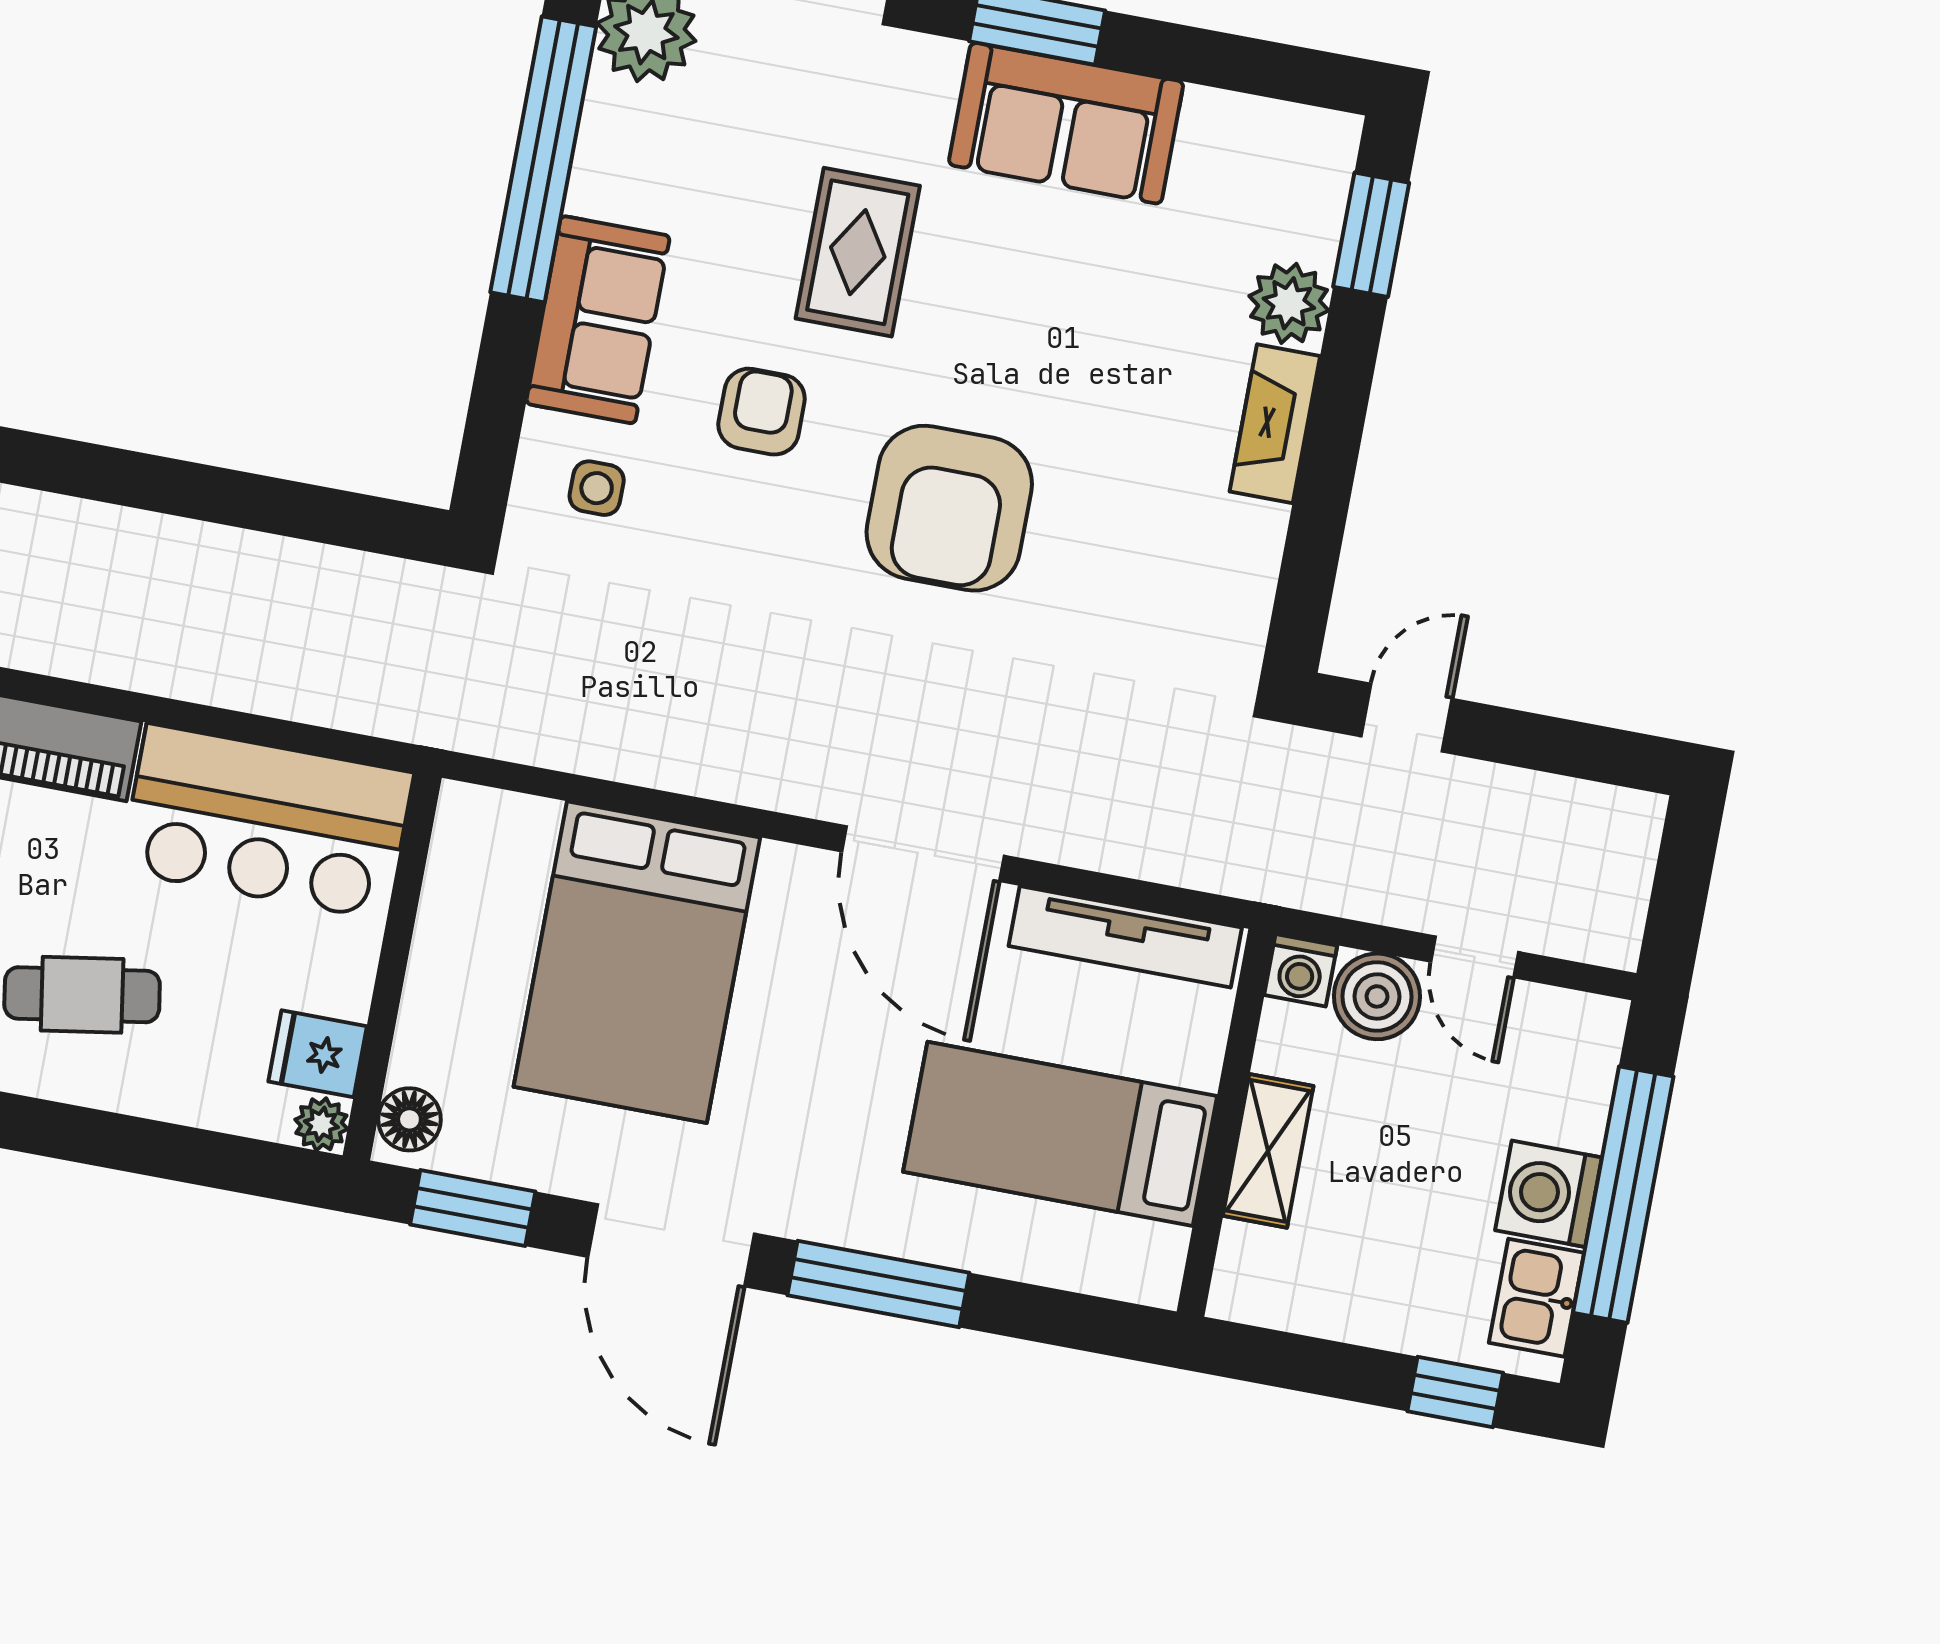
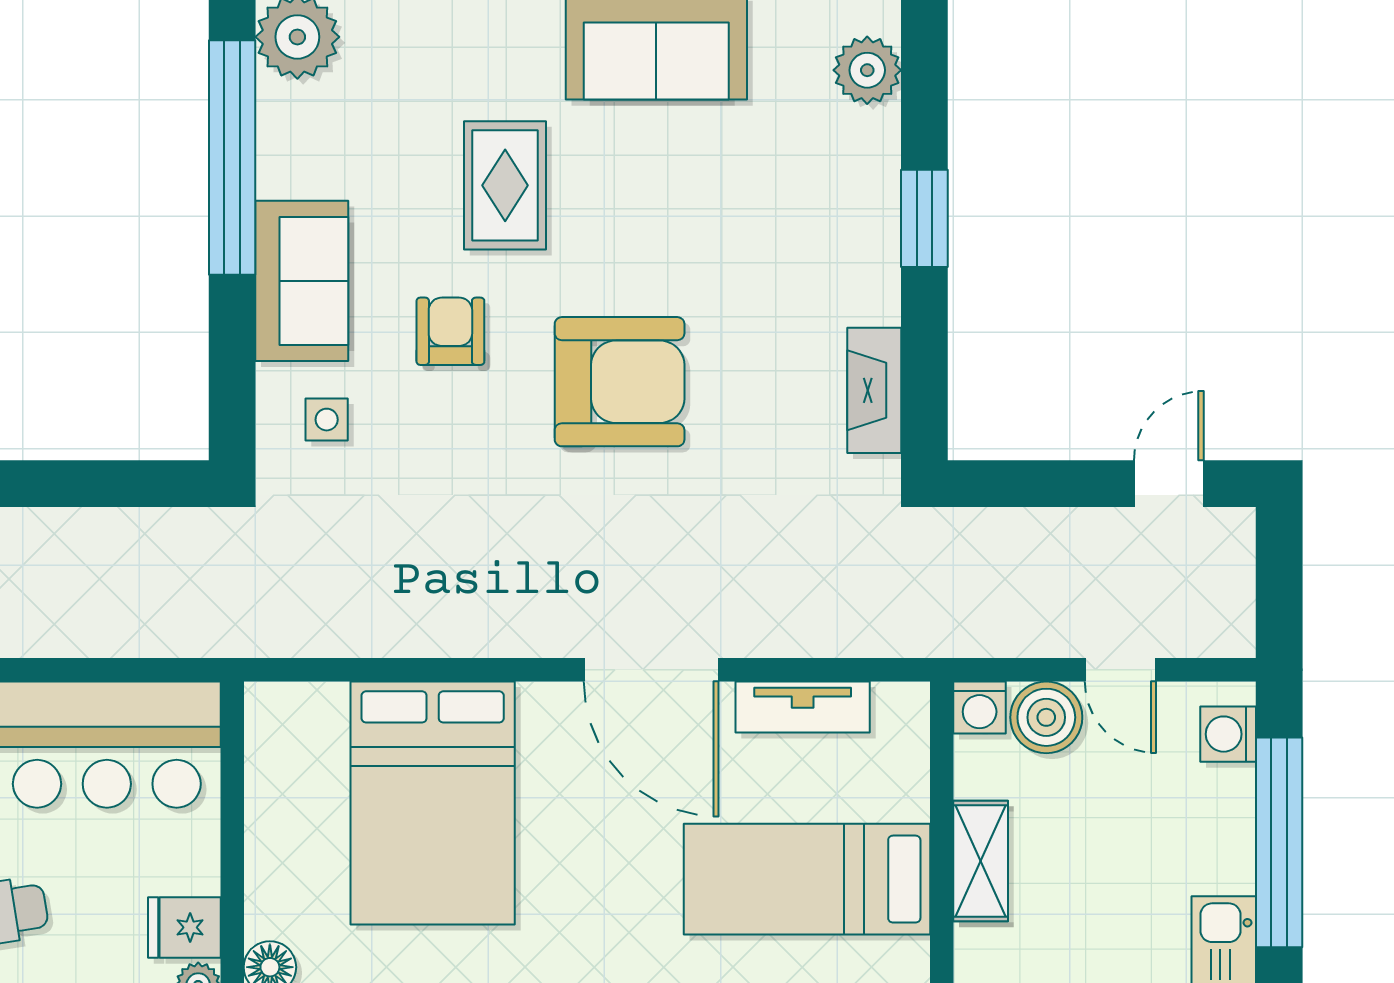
window: (1371, 235) -> (924, 218), moved
plant: (1289, 303) -> (867, 70), moved
fireplace: (1275, 424) -> (874, 390), moved
armchair: (949, 508) -> (620, 382), turned -90
door: (1407, 718) -> (1169, 484), moved
tv unit: (1125, 937) -> (803, 707), width x0.71
washing machine: (1548, 1194) -> (1228, 734), moved, width x0.73, depth x0.73

